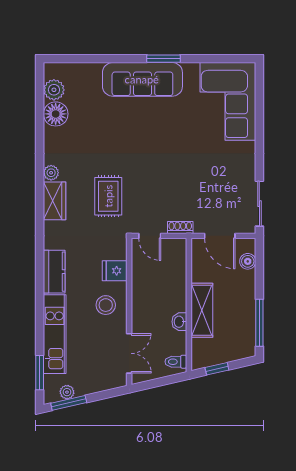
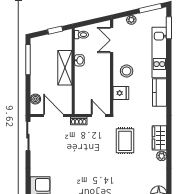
plant: (67, 392) -> (131, 20), moved

